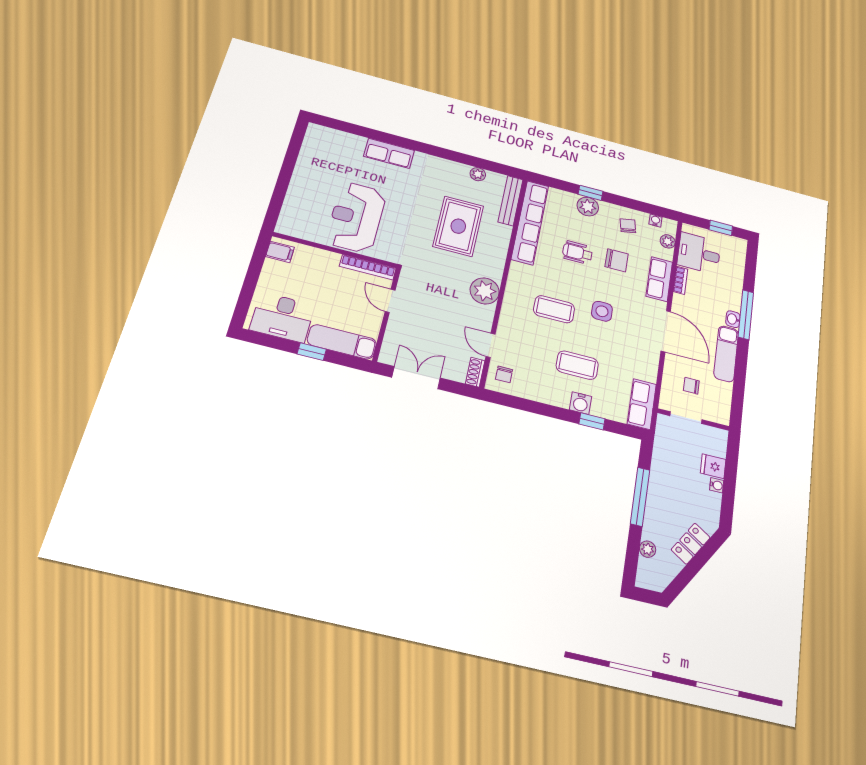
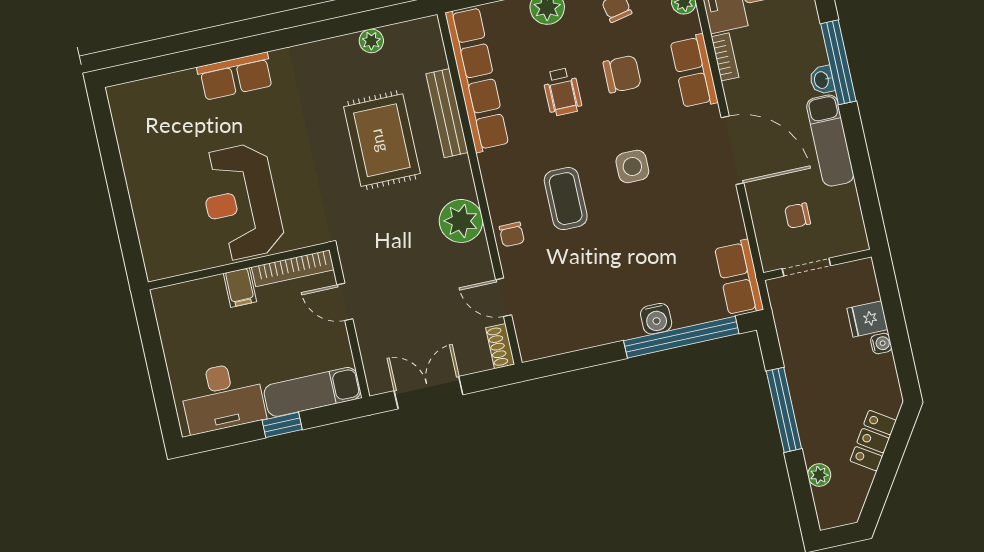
bench: (511, 201) -> (447, 113), moved
filing cabinet: (280, 252) -> (240, 287), moved, turned 90
wheelchair: (577, 253) -> (562, 92), turned -90
coffee table: (554, 309) -> (566, 199), turned 90
coffee table: (577, 365) -> (630, 266), removed
chair: (504, 374) -> (512, 234), moved
window: (592, 421) -> (681, 337), width x3.17

